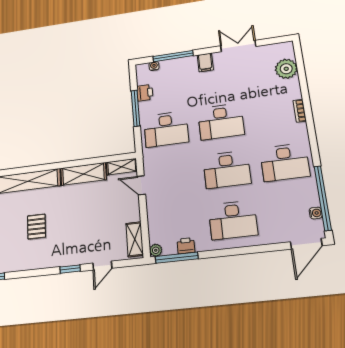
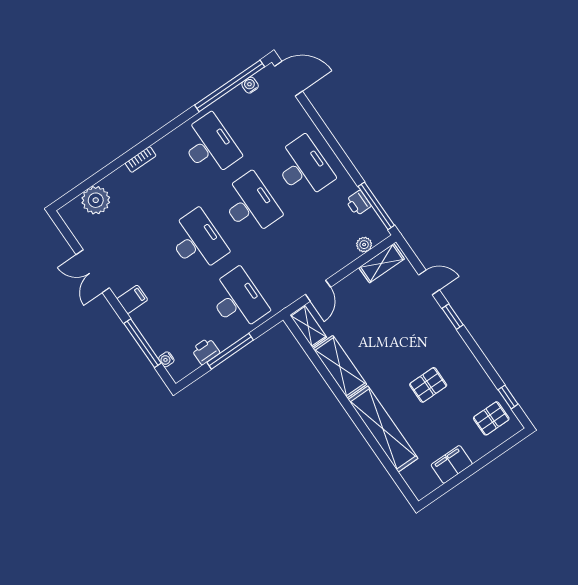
plant: (156, 250) -> (364, 245), moved

